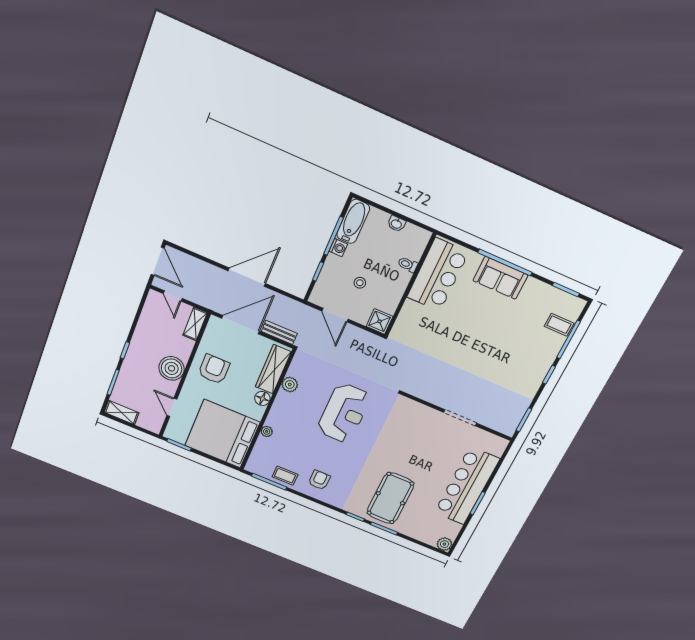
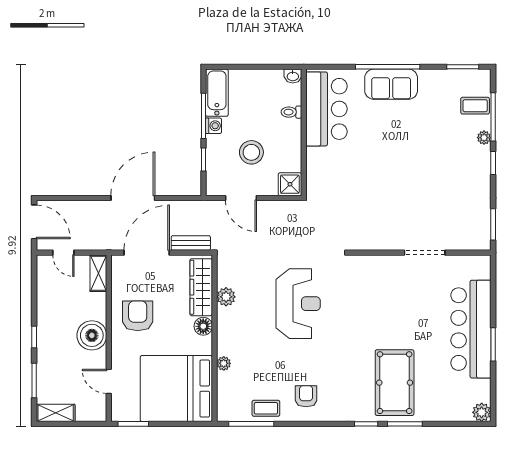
washbasin: (396, 224) -> (293, 76), moved
stool: (360, 283) -> (251, 152), width x1.89, depth x1.89
plant: (553, 352) -> (484, 138), added

